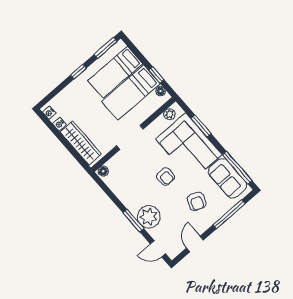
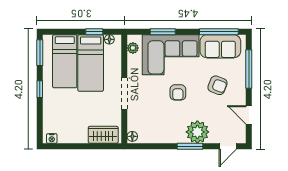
nightstand: (59, 124) -> (67, 139), removed
wardrobe: (81, 143) -> (103, 135), width x0.67
armchair: (166, 177) -> (178, 92), turned 90

